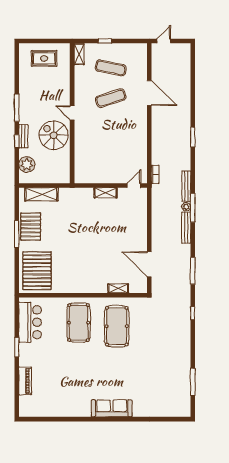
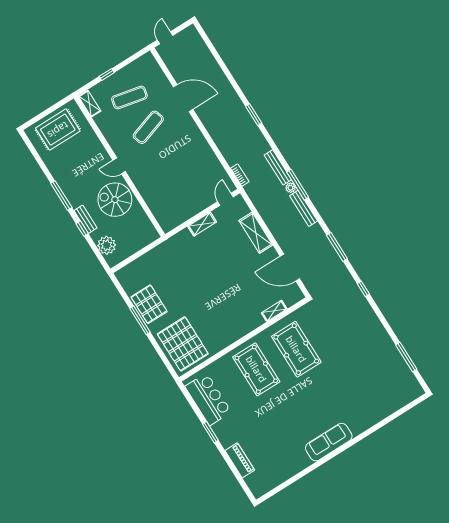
rug: (44, 58) -> (58, 130), width x1.36, depth x1.43
shelving: (41, 194) -> (256, 233), moved, turned 90
sofa: (112, 408) -> (329, 442), moved

